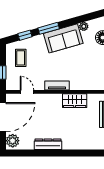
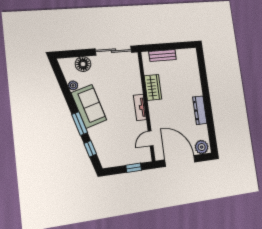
coffee table: (21, 58) -> (116, 150), removed

